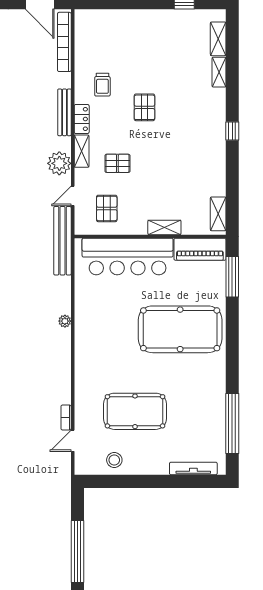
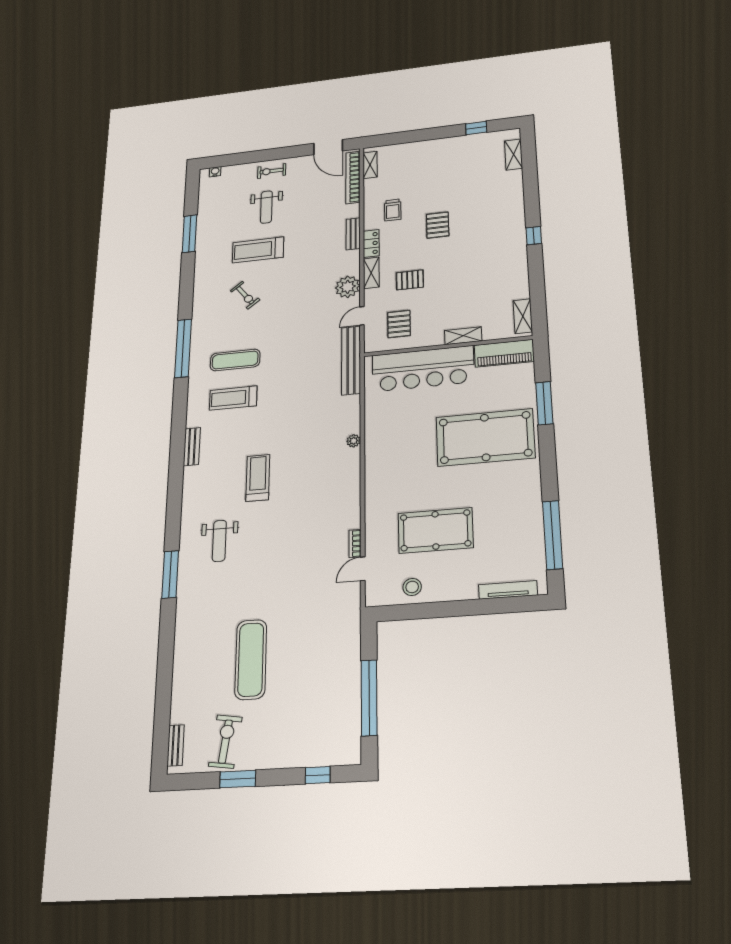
shelving: (219, 72) -> (370, 165), moved
bench: (64, 112) -> (353, 234), width x0.73
window: (232, 277) -> (544, 403), moved

